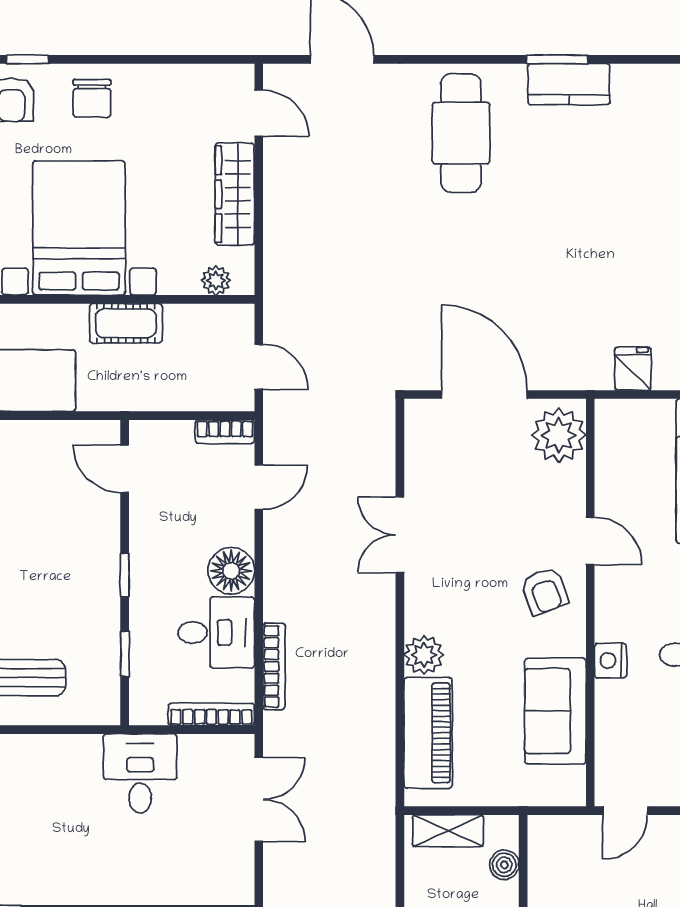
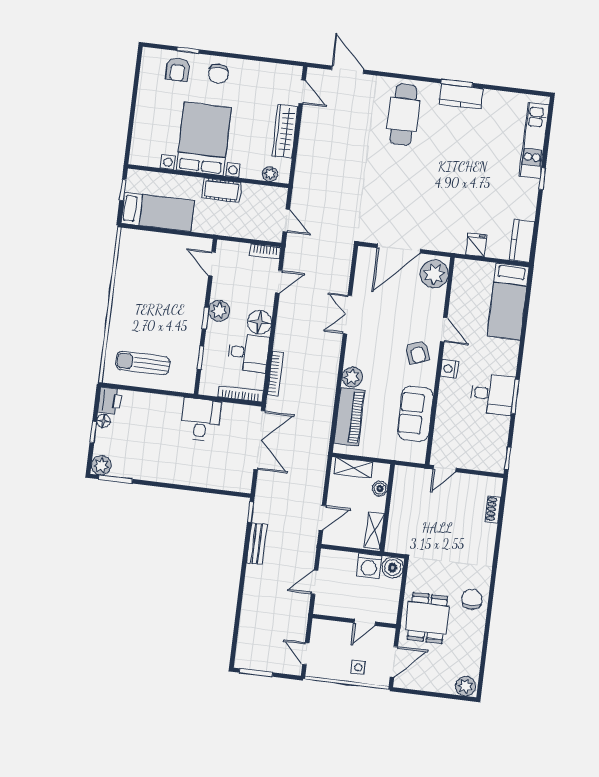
door: (484, 394) -> (399, 249), swing flipped
plant: (150, 558) -> (219, 311), added
nightstand: (610, 661) -> (449, 369), moved
double door: (259, 799) -> (259, 440), width x1.37

